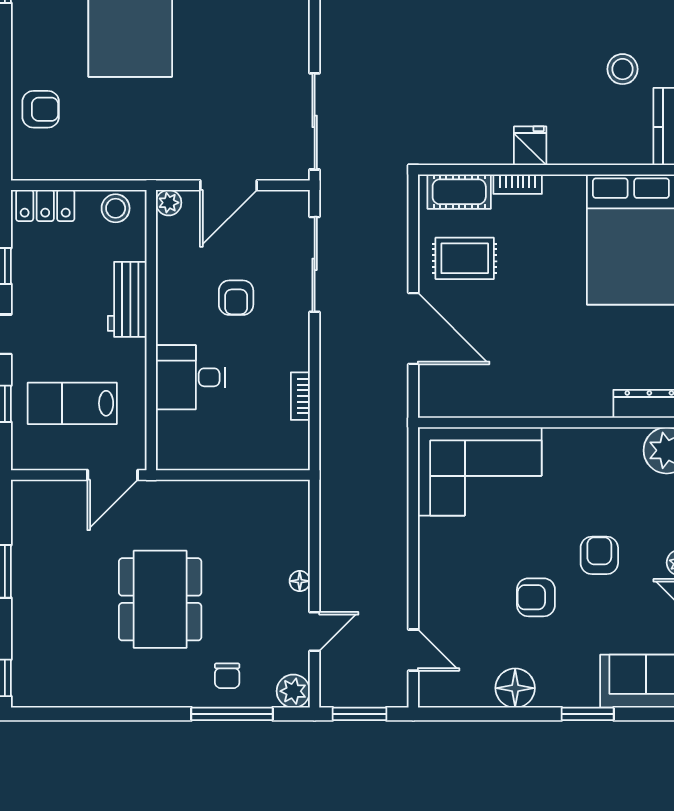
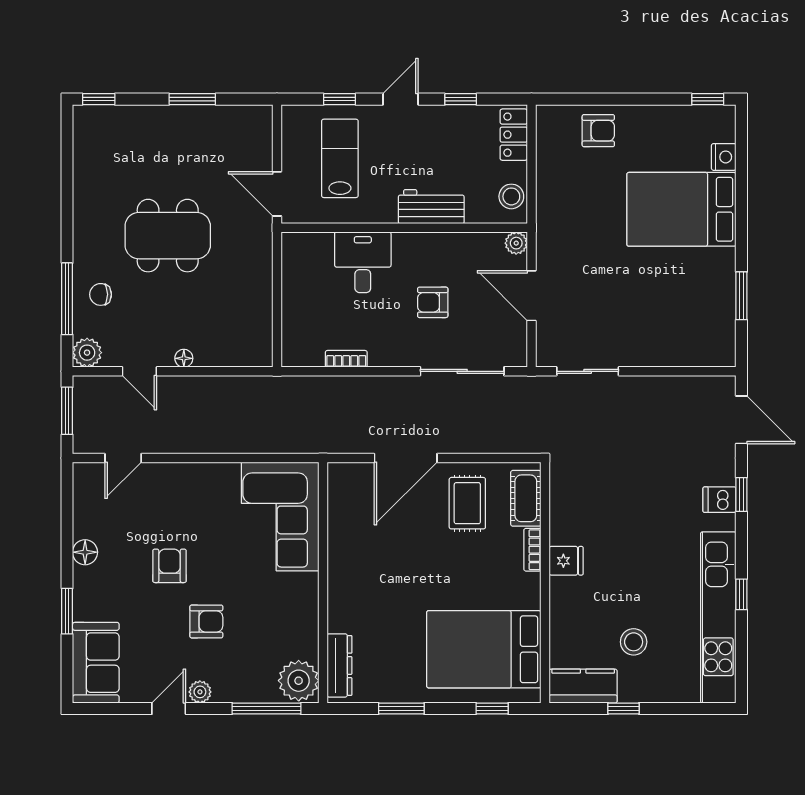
armchair: (41, 109) -> (598, 131), turned -90
sliding door: (315, 121) -> (588, 371), width x0.73
floor lamp: (515, 688) -> (85, 552), width x0.73, depth x0.73

